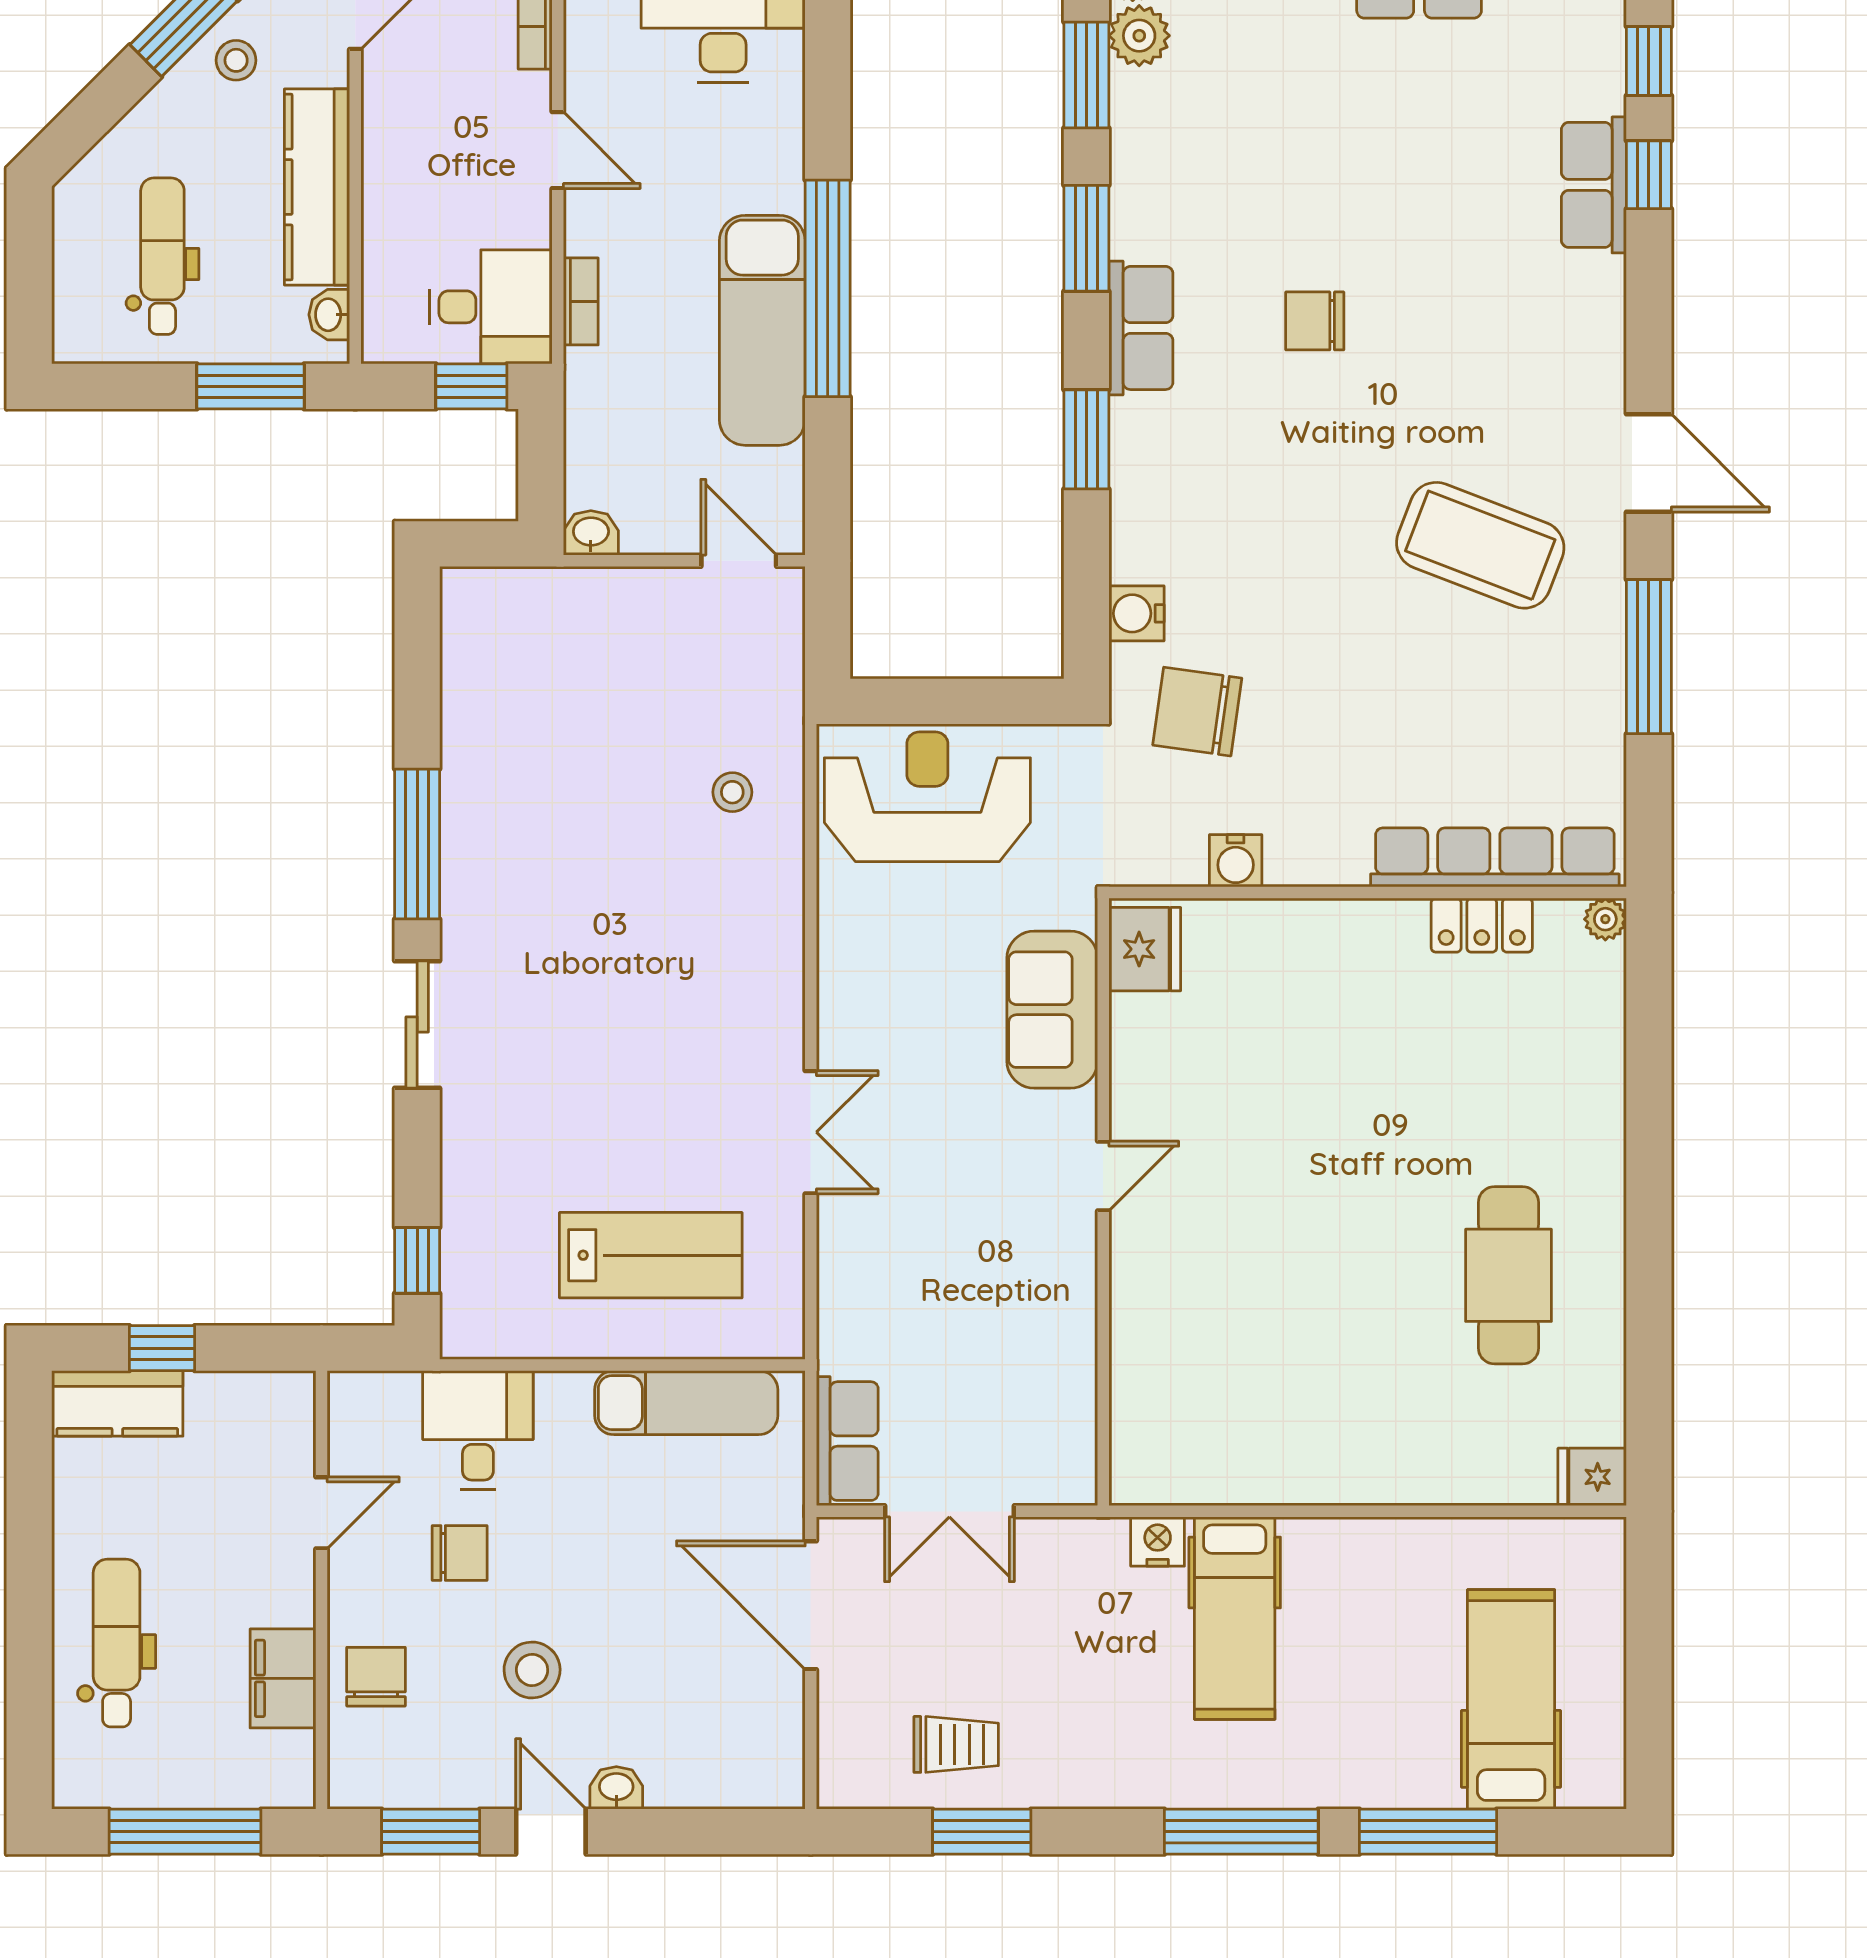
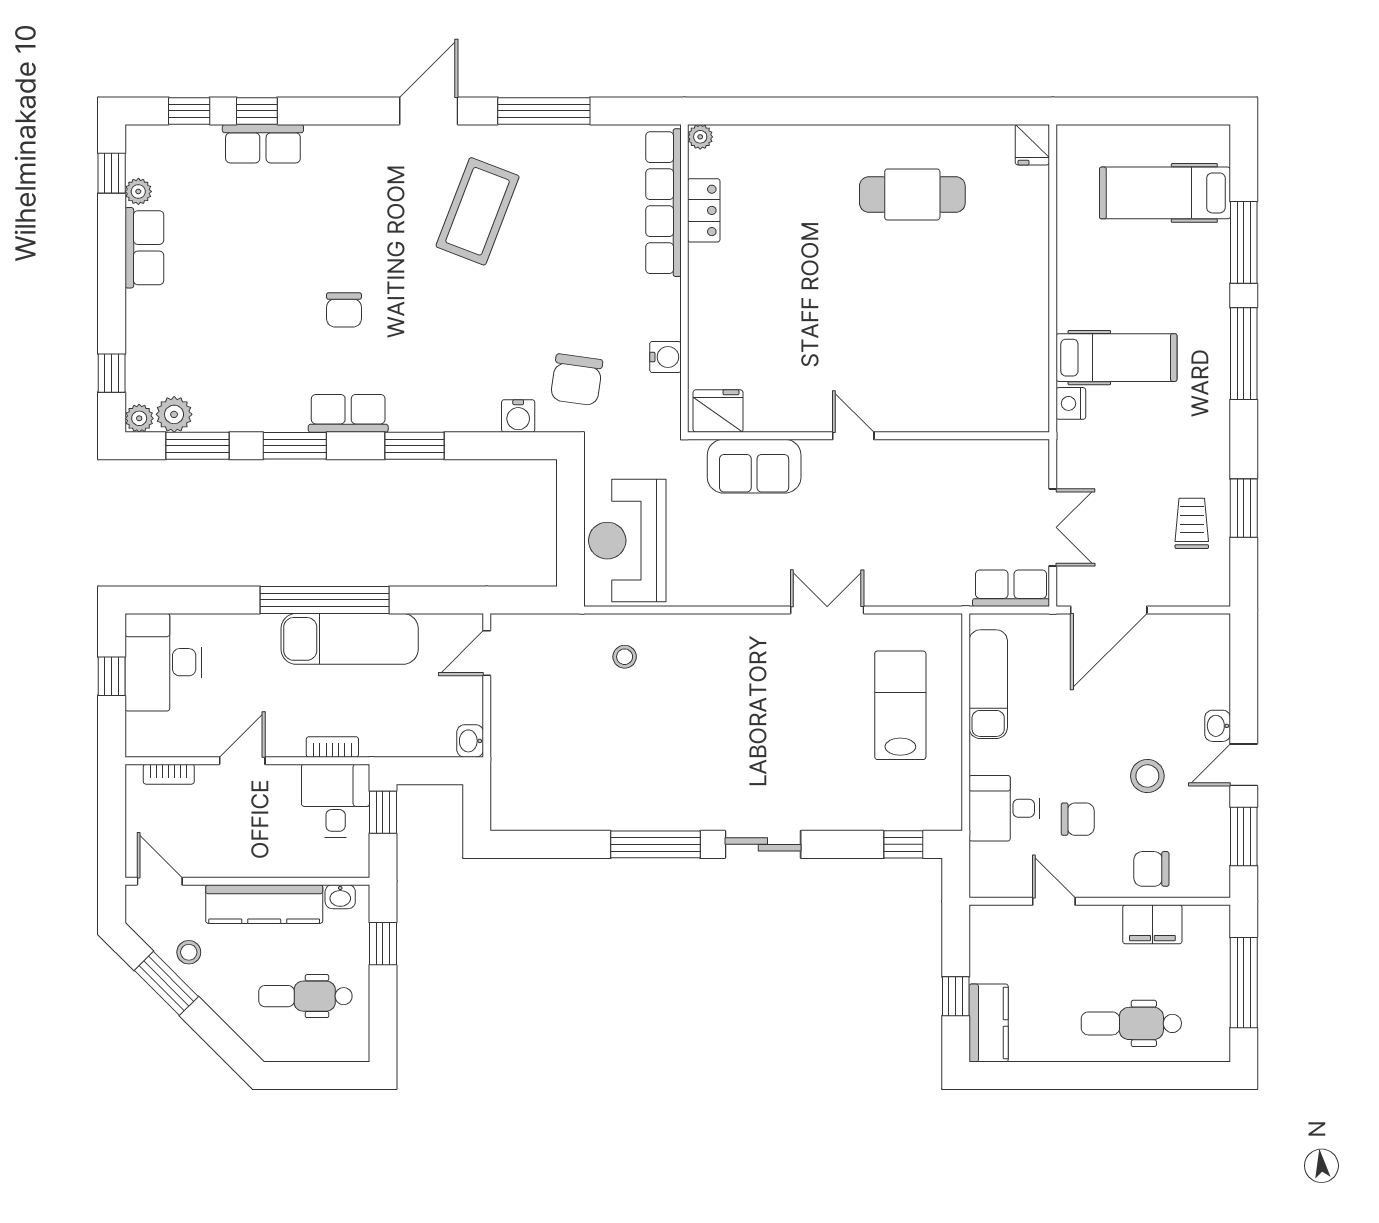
window: (251, 386) -> (383, 944), width x0.67
chair: (460, 1553) -> (1078, 819), turned 90

